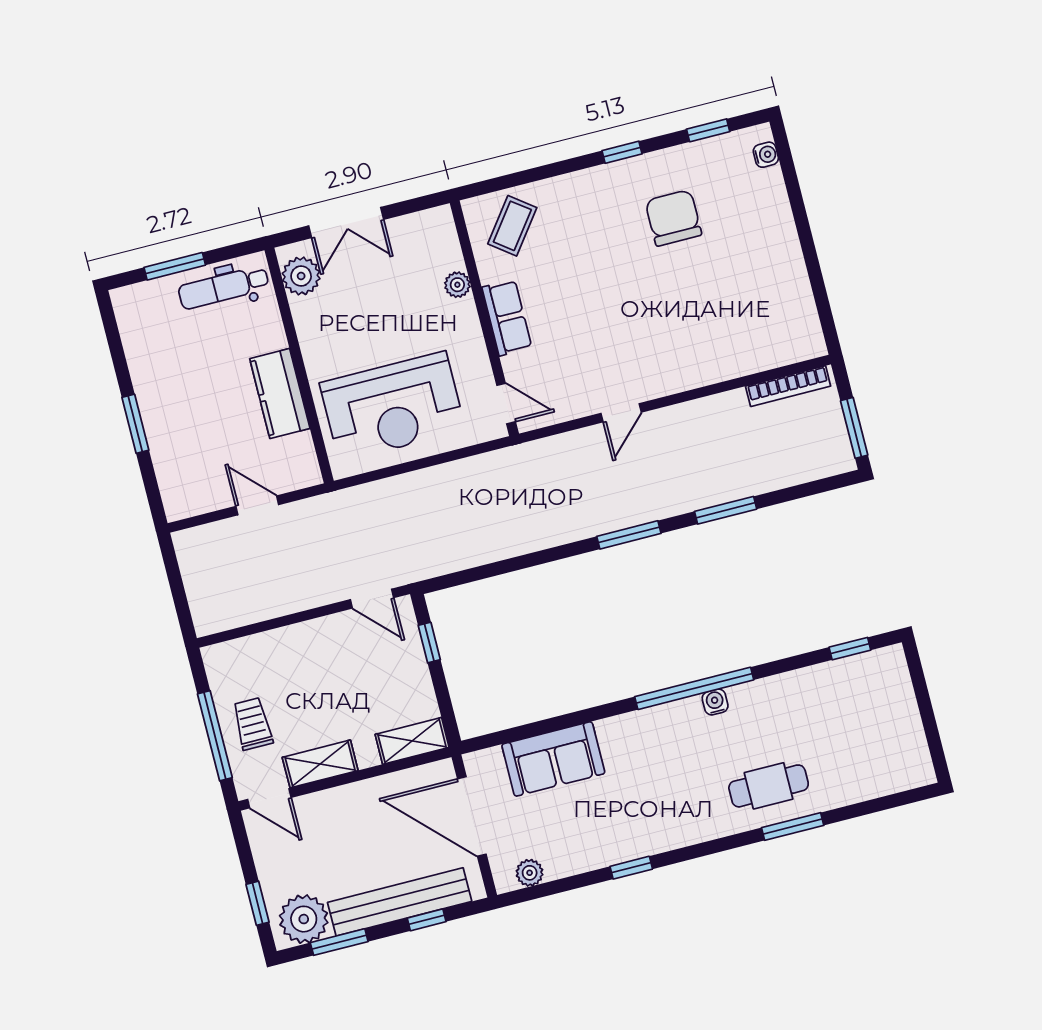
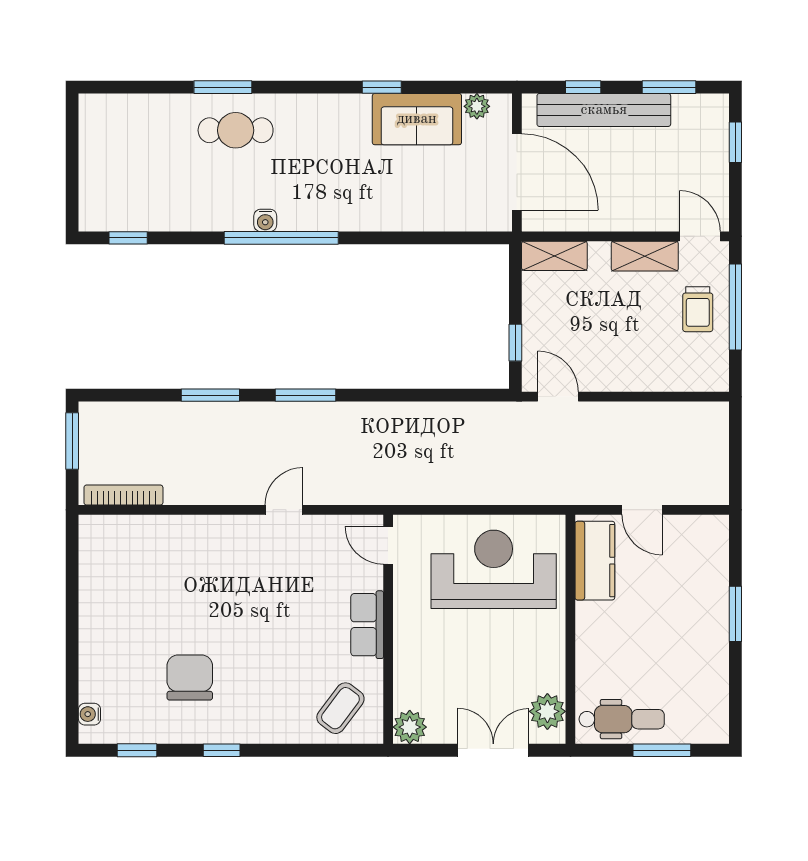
chair: (673, 218) -> (190, 678), turned 180
plant: (457, 285) -> (410, 727), moved, width x1.38, depth x1.38
kitchen counter: (280, 394) -> (595, 561), moved
sofa: (553, 759) -> (417, 119), moved, turned 180
plant: (304, 919) -> (696, 117), removed

